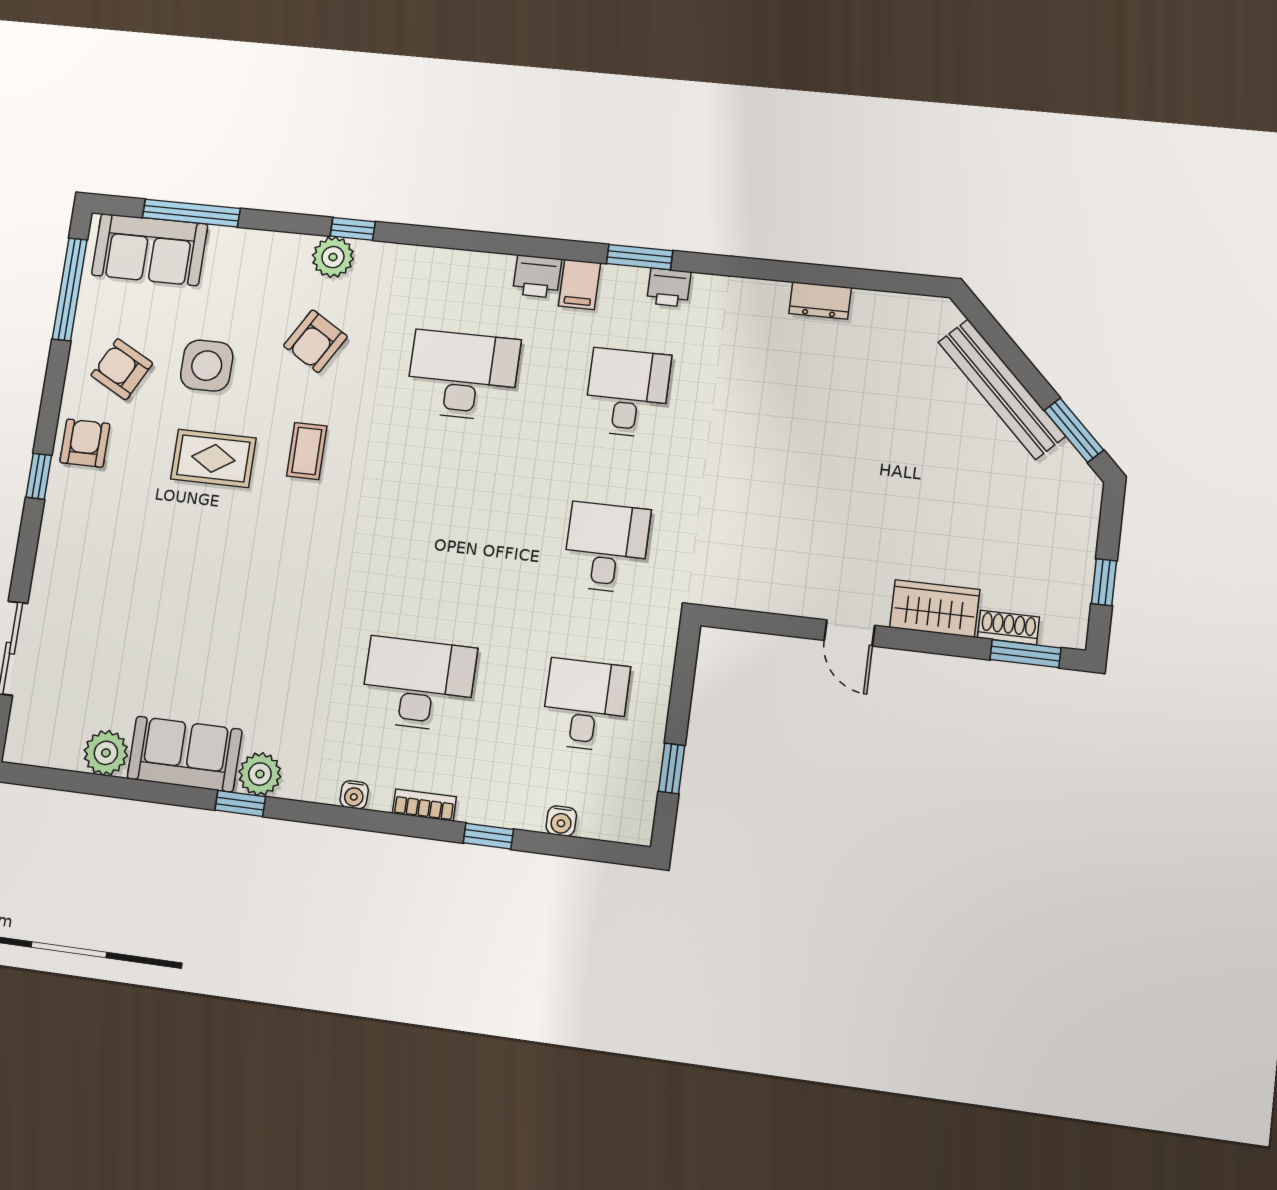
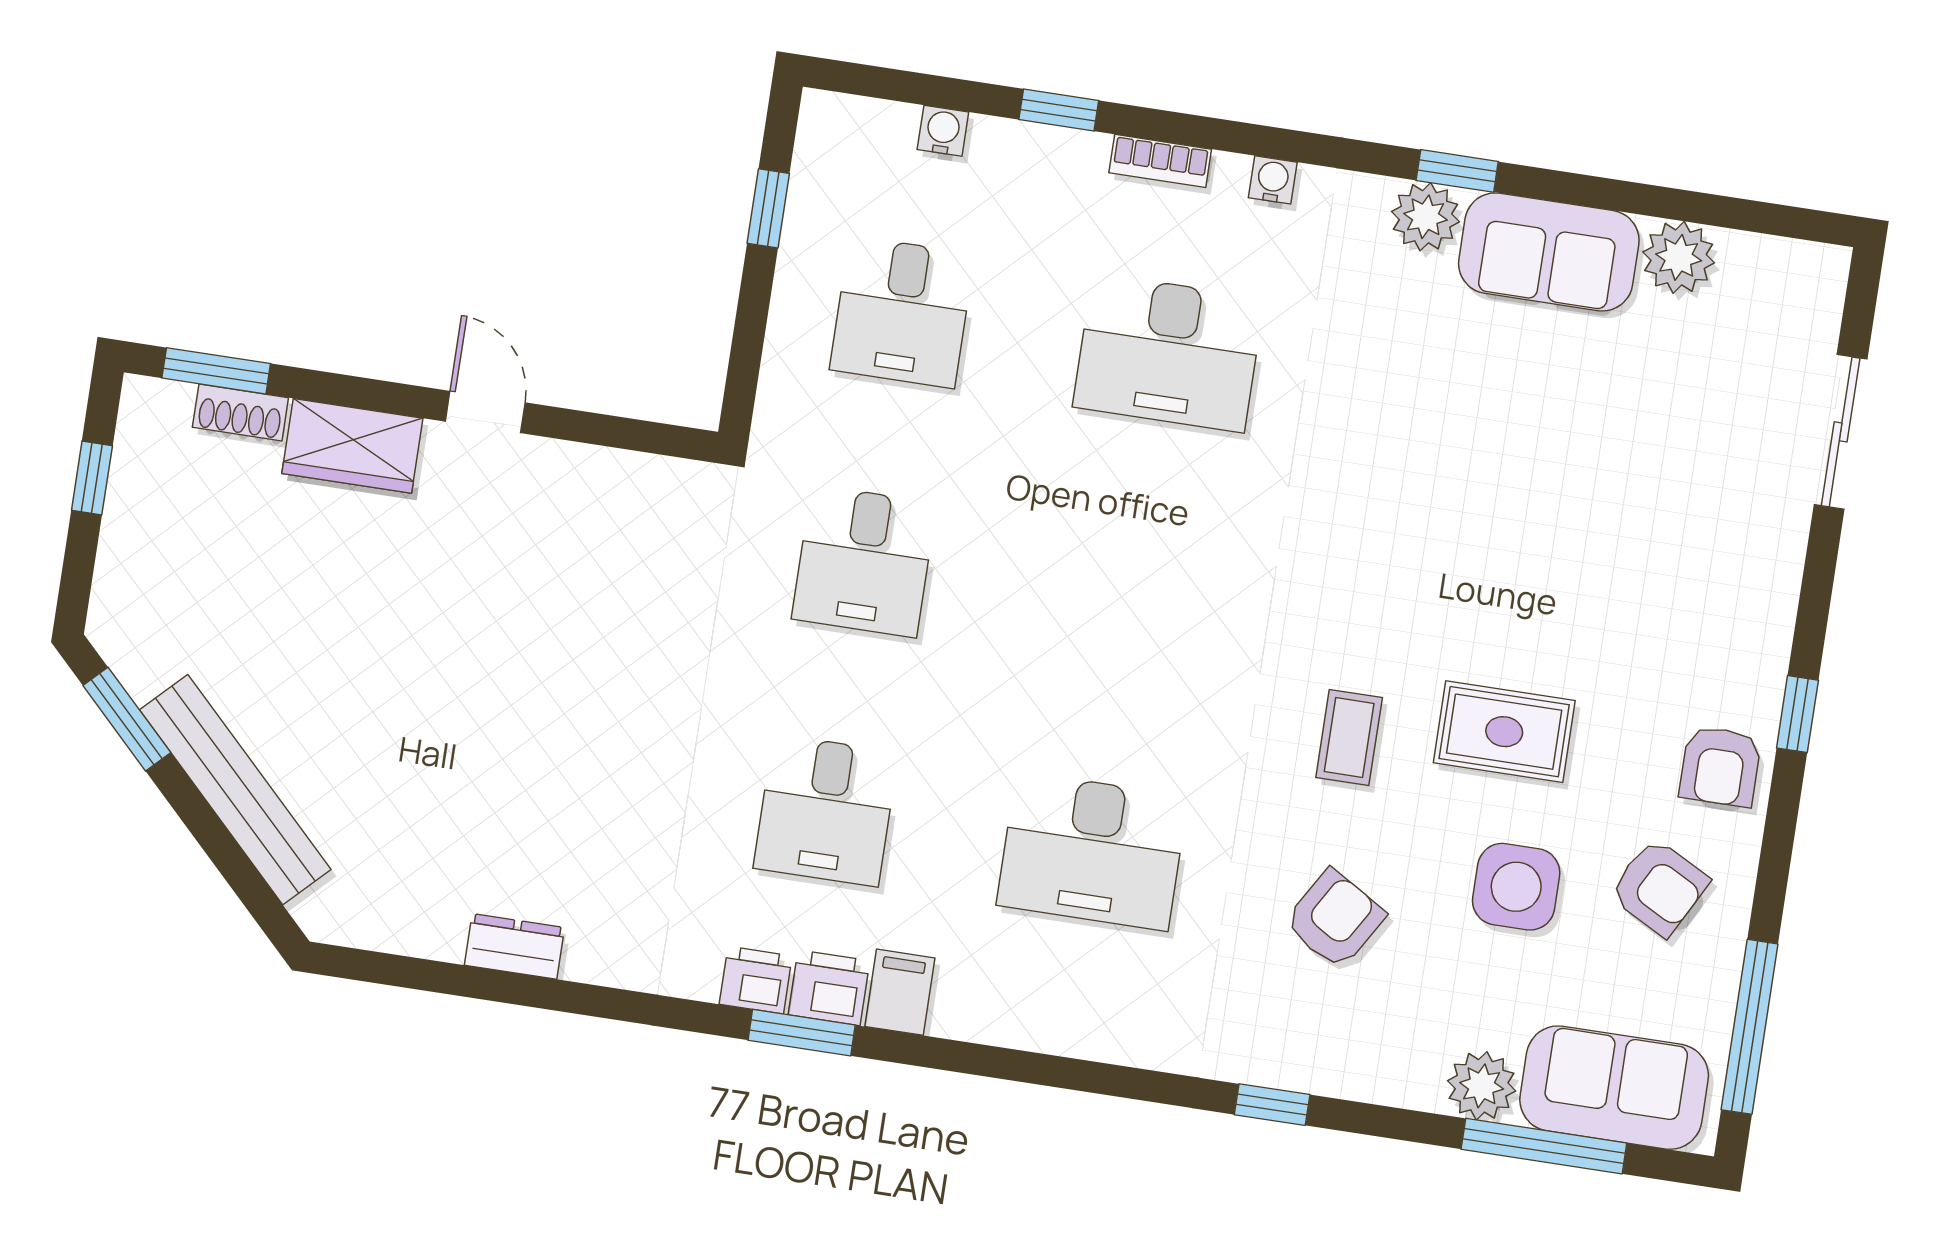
plant: (333, 257) -> (1482, 1086), moved
printer: (537, 276) -> (829, 988), moved

